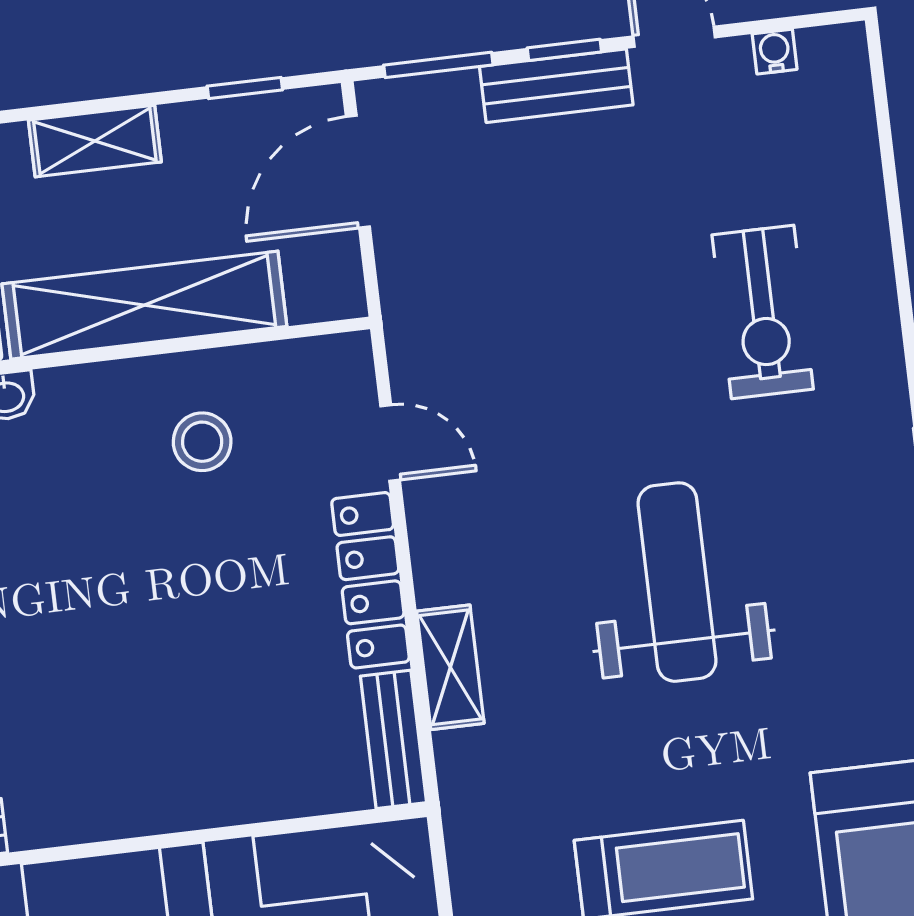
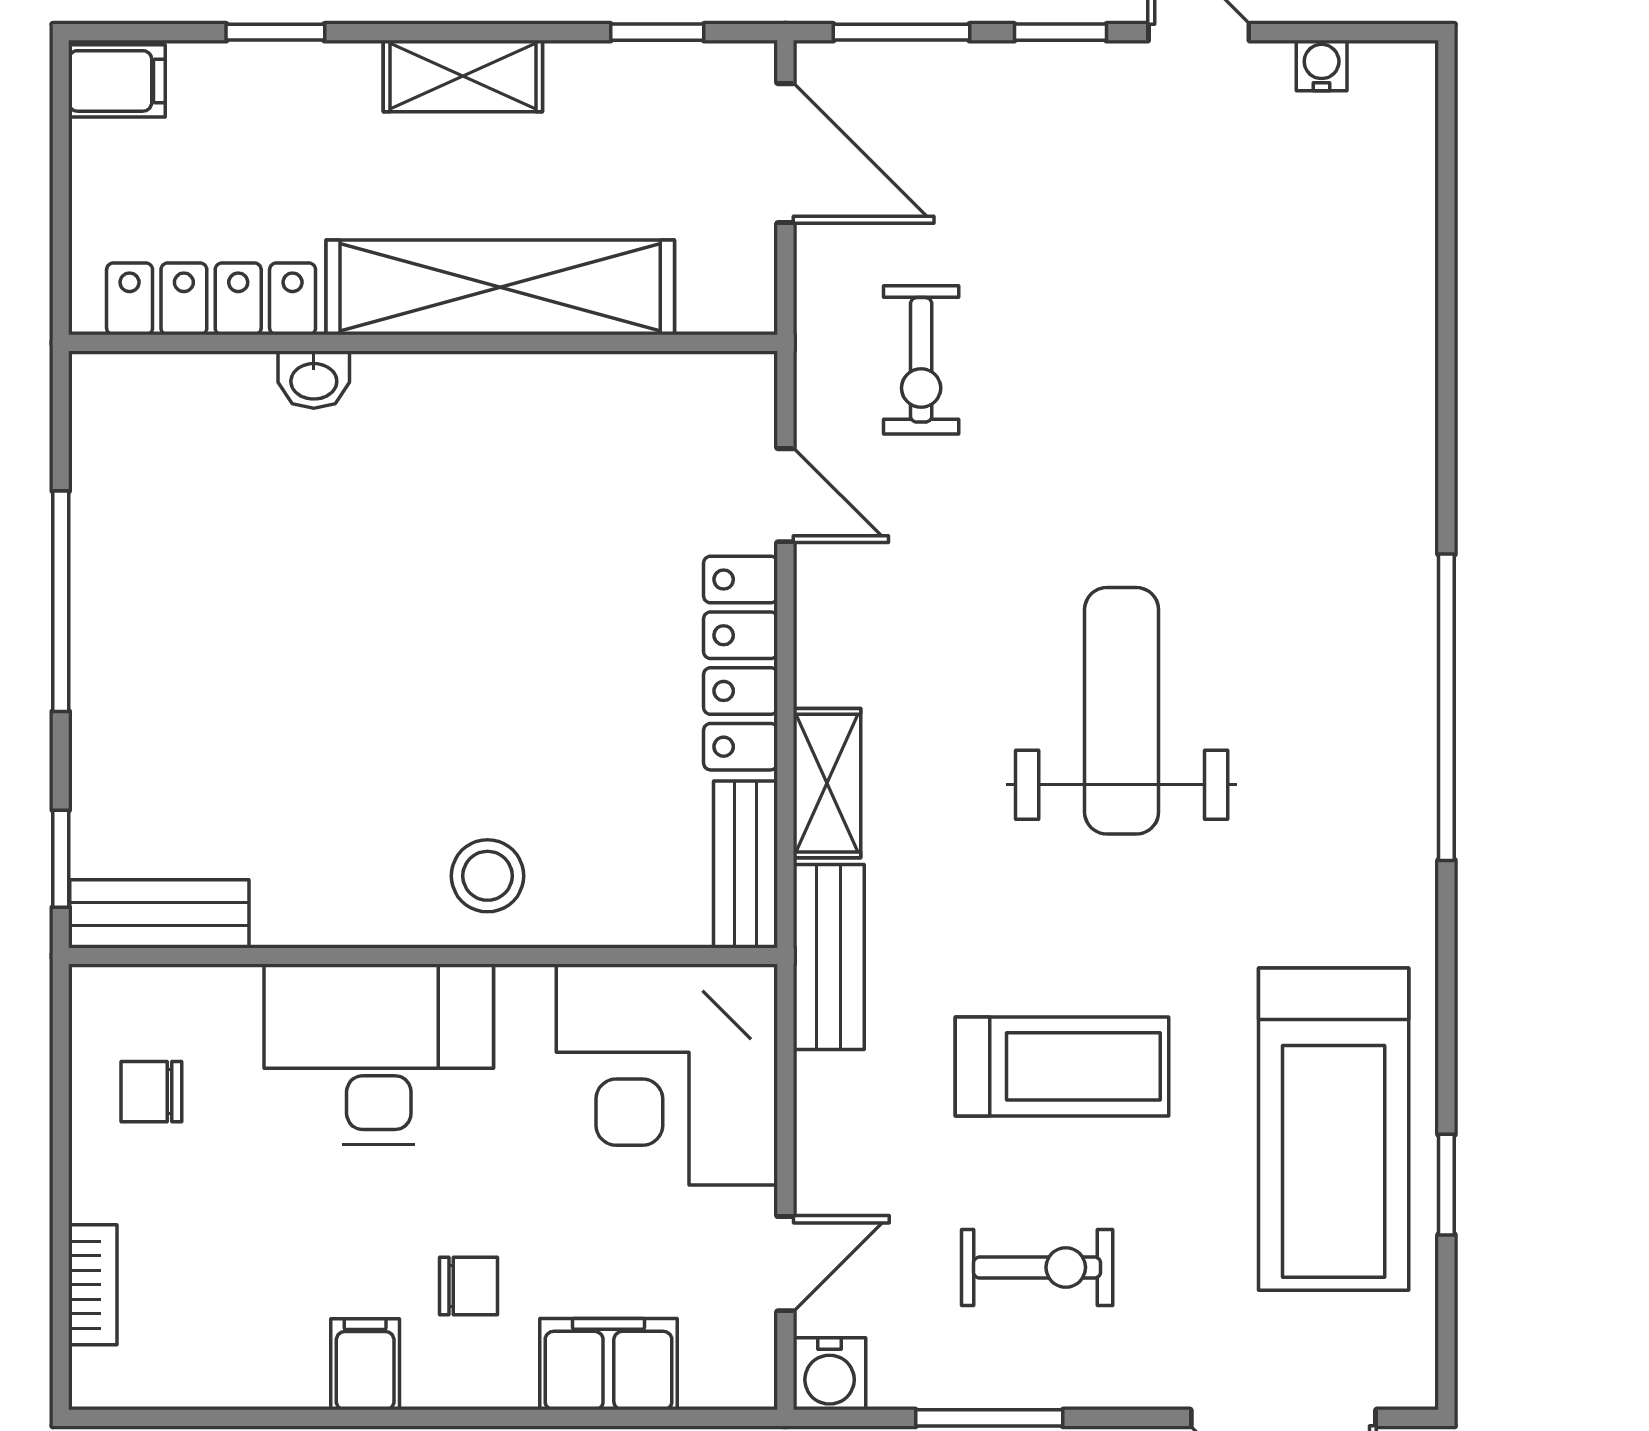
bench: (556, 86) -> (829, 957), moved, turned 90
door: (358, 172) -> (785, 153), swing flipped
exercise bike: (763, 312) -> (921, 360), moved, width x0.73, depth x0.72
stool: (202, 442) -> (488, 876), moved

